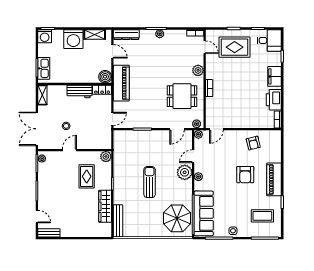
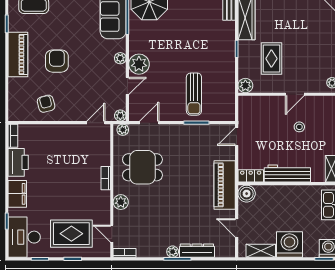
dresser: (126, 35) -> (197, 251), moved
desk: (269, 40) -> (24, 237), width x1.37
workbench: (80, 91) -> (287, 174), width x1.38
sun lounger: (150, 182) -> (194, 94), moved

